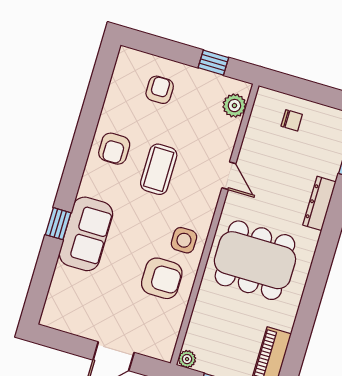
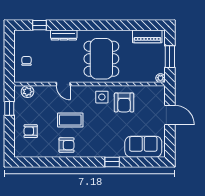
door: (229, 176) -> (63, 84), swing flipped
sofa: (86, 234) -> (143, 147), moved
armchair: (162, 278) -> (124, 102), turned 180

